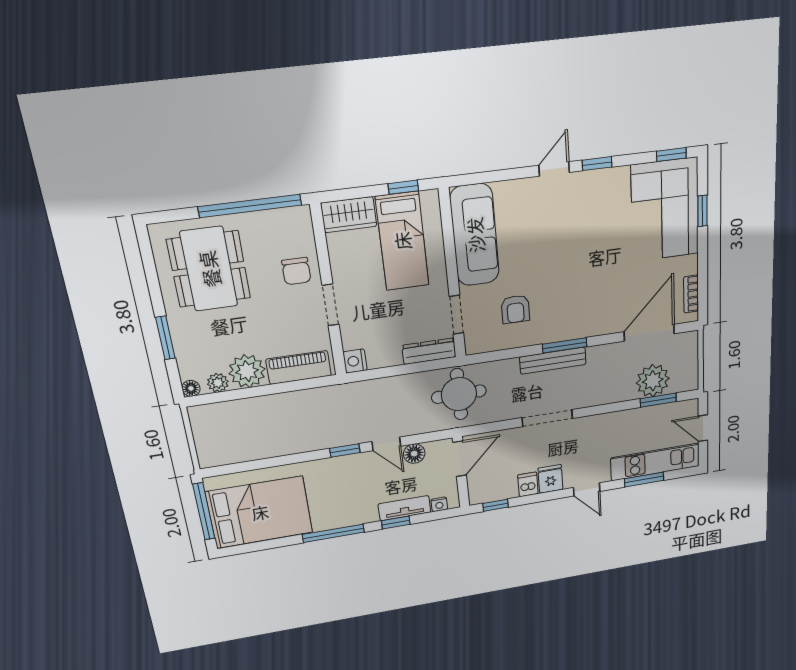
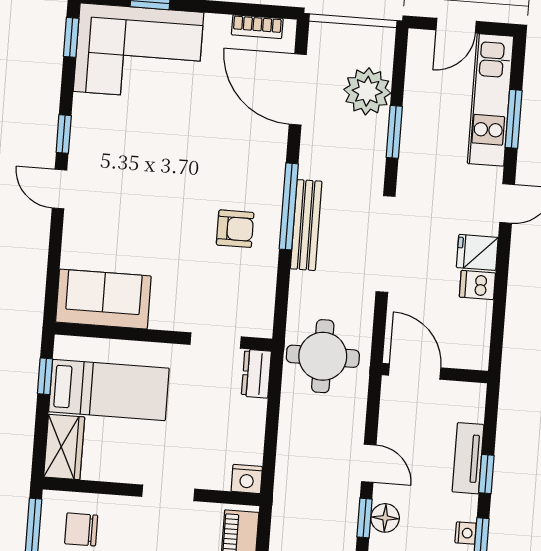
sofa: (475, 235) -> (103, 299), width x0.73
chair: (296, 271) -> (81, 529), moved, turned 180
armchair: (515, 309) -> (235, 229), moved
window: (565, 345) -> (289, 206), width x1.44
dresser: (429, 351) -> (256, 374), width x0.70
window: (658, 400) -> (394, 132), moved
doorway: (547, 418) -> (386, 244), width x1.36
door: (386, 444) -> (369, 463), hinge flipped
floor lamp: (414, 454) -> (385, 518), moved
nightstand: (439, 504) -> (466, 533), moved
window: (495, 505) -> (497, 335), removed

